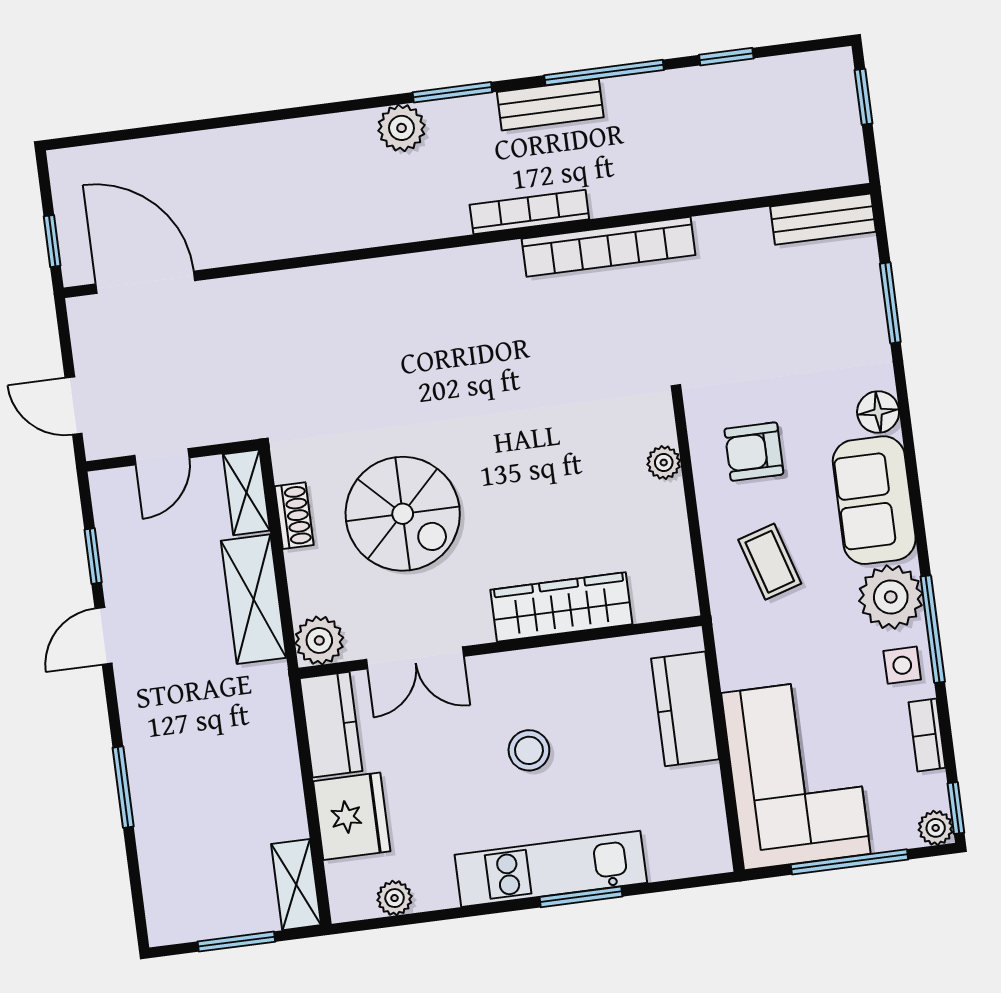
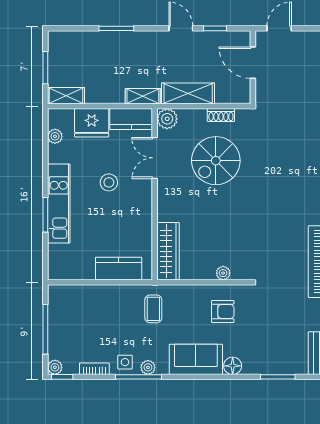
armchair: (754, 452) -> (223, 312), turned 90
door: (162, 457) -> (253, 63), width x1.37
shelving: (246, 492) -> (143, 96), moved
coffee table: (770, 562) -> (153, 309), moved, turned -73
plant: (891, 597) -> (148, 367), width x0.53, depth x0.53
wardrobe: (561, 607) -> (168, 251), moved
stool: (529, 750) -> (109, 182), moved
corner sofa: (796, 773) -> (85, 312), removed

